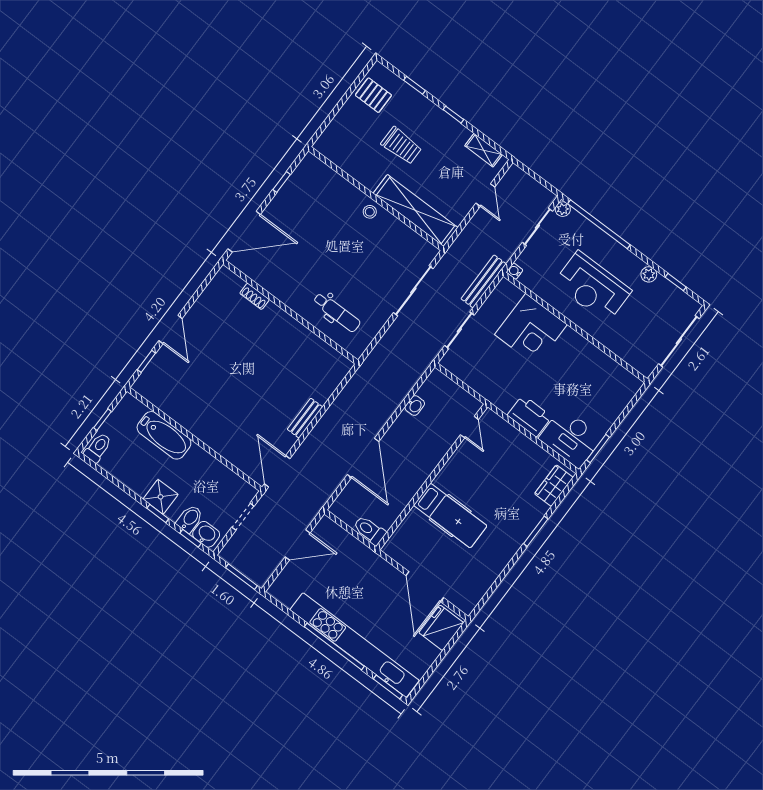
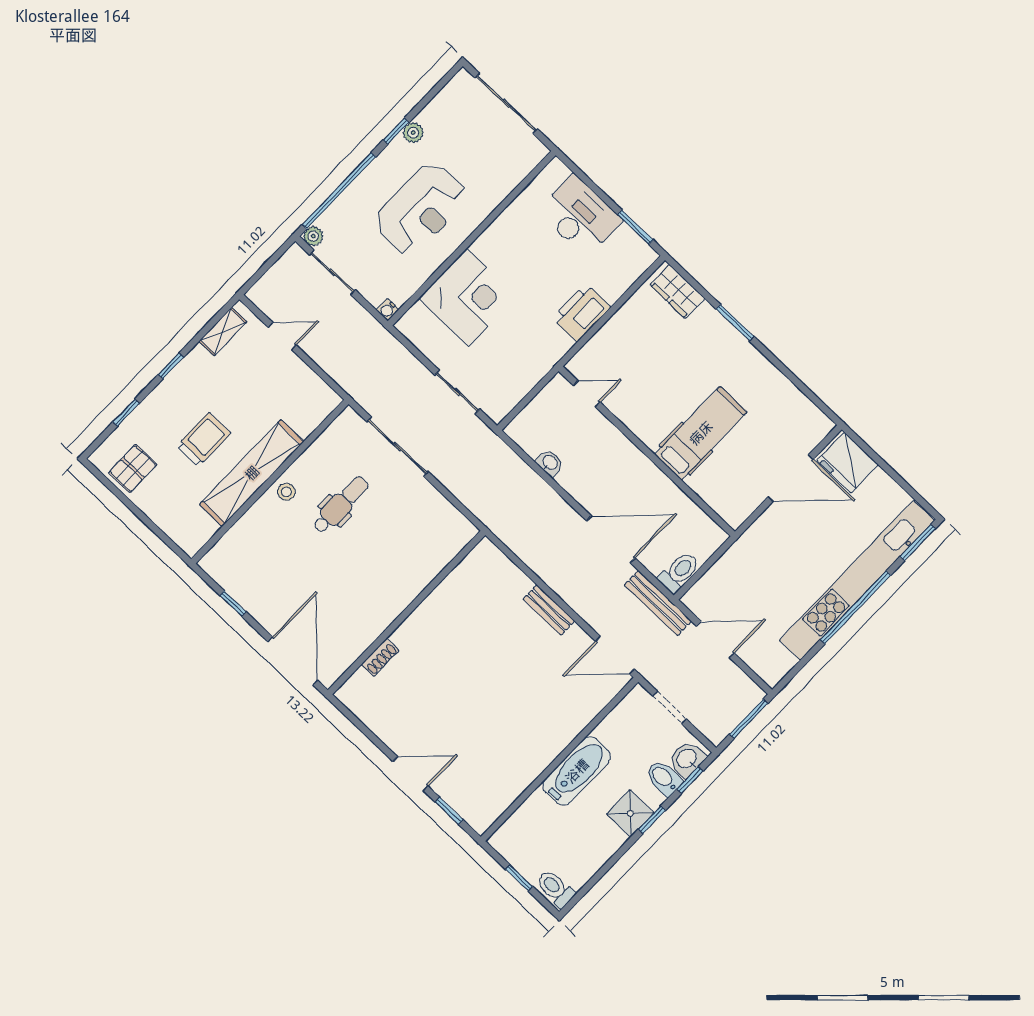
shelving: (416, 210) -> (252, 473), moved
bench: (484, 281) -> (658, 603), moved
window: (676, 282) -> (396, 131), moved
dental chair: (337, 312) -> (341, 505), moved
bathtub: (164, 435) -> (577, 771), moved
desk: (571, 438) -> (580, 216), moved, turned -90
toilet: (369, 530) -> (679, 572), moved, turned 180
door: (298, 545) -> (715, 640), hinge flipped

